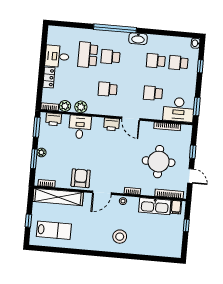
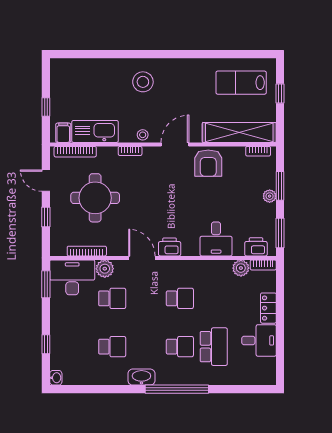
school desk: (179, 63) -> (78, 347), removed
plant: (81, 107) -> (105, 269), moved

